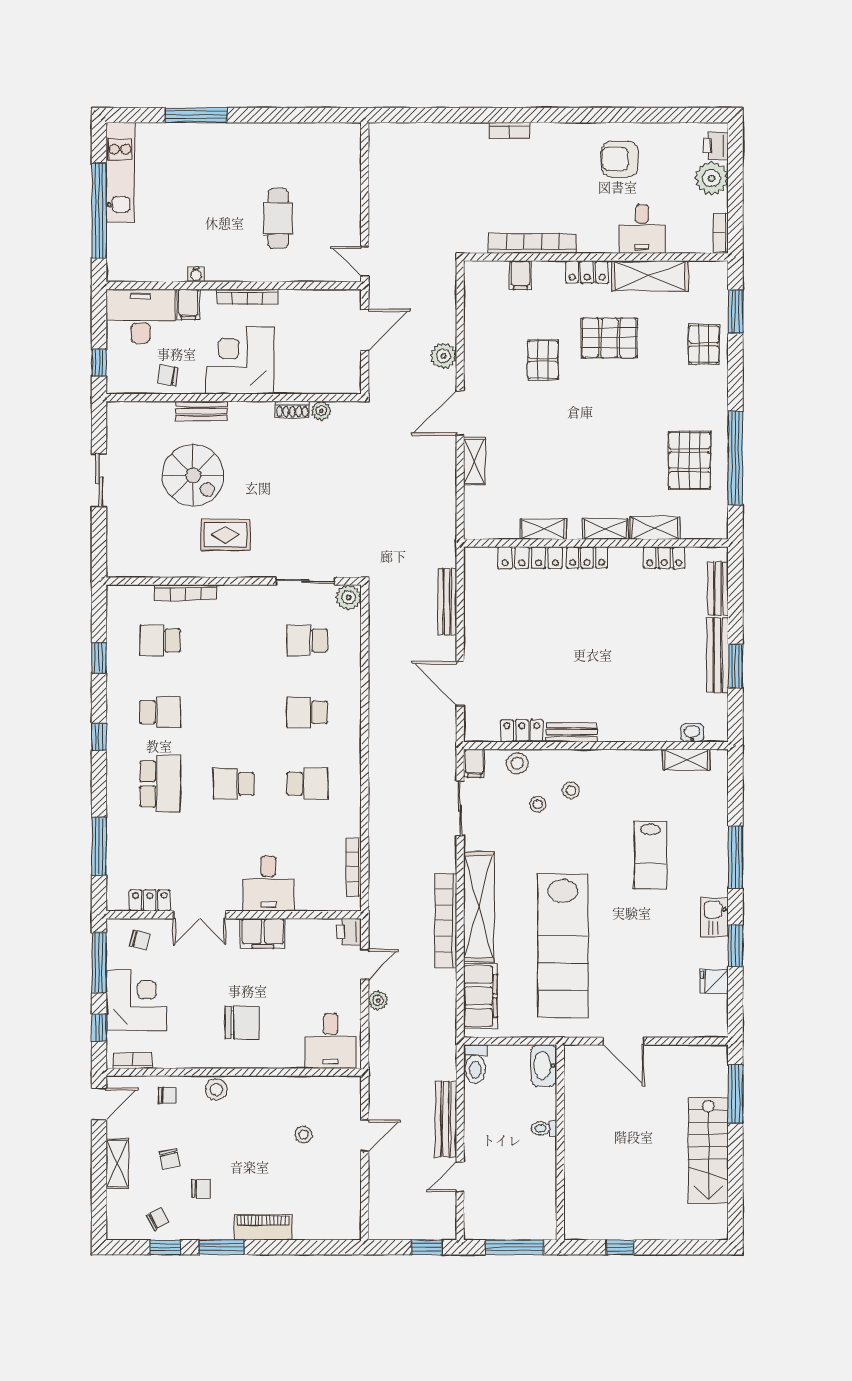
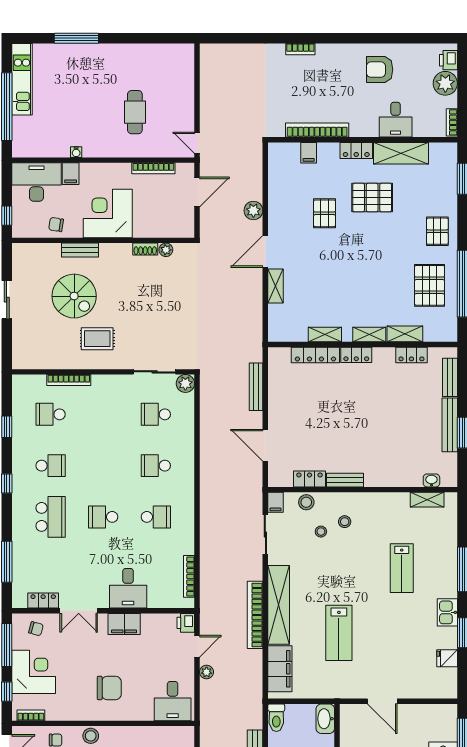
bookcase: (247, 297) -> (153, 168), moved
pallet: (704, 344) -> (437, 231), moved
lab bench: (563, 946) -> (339, 633), width x0.54, depth x0.72

